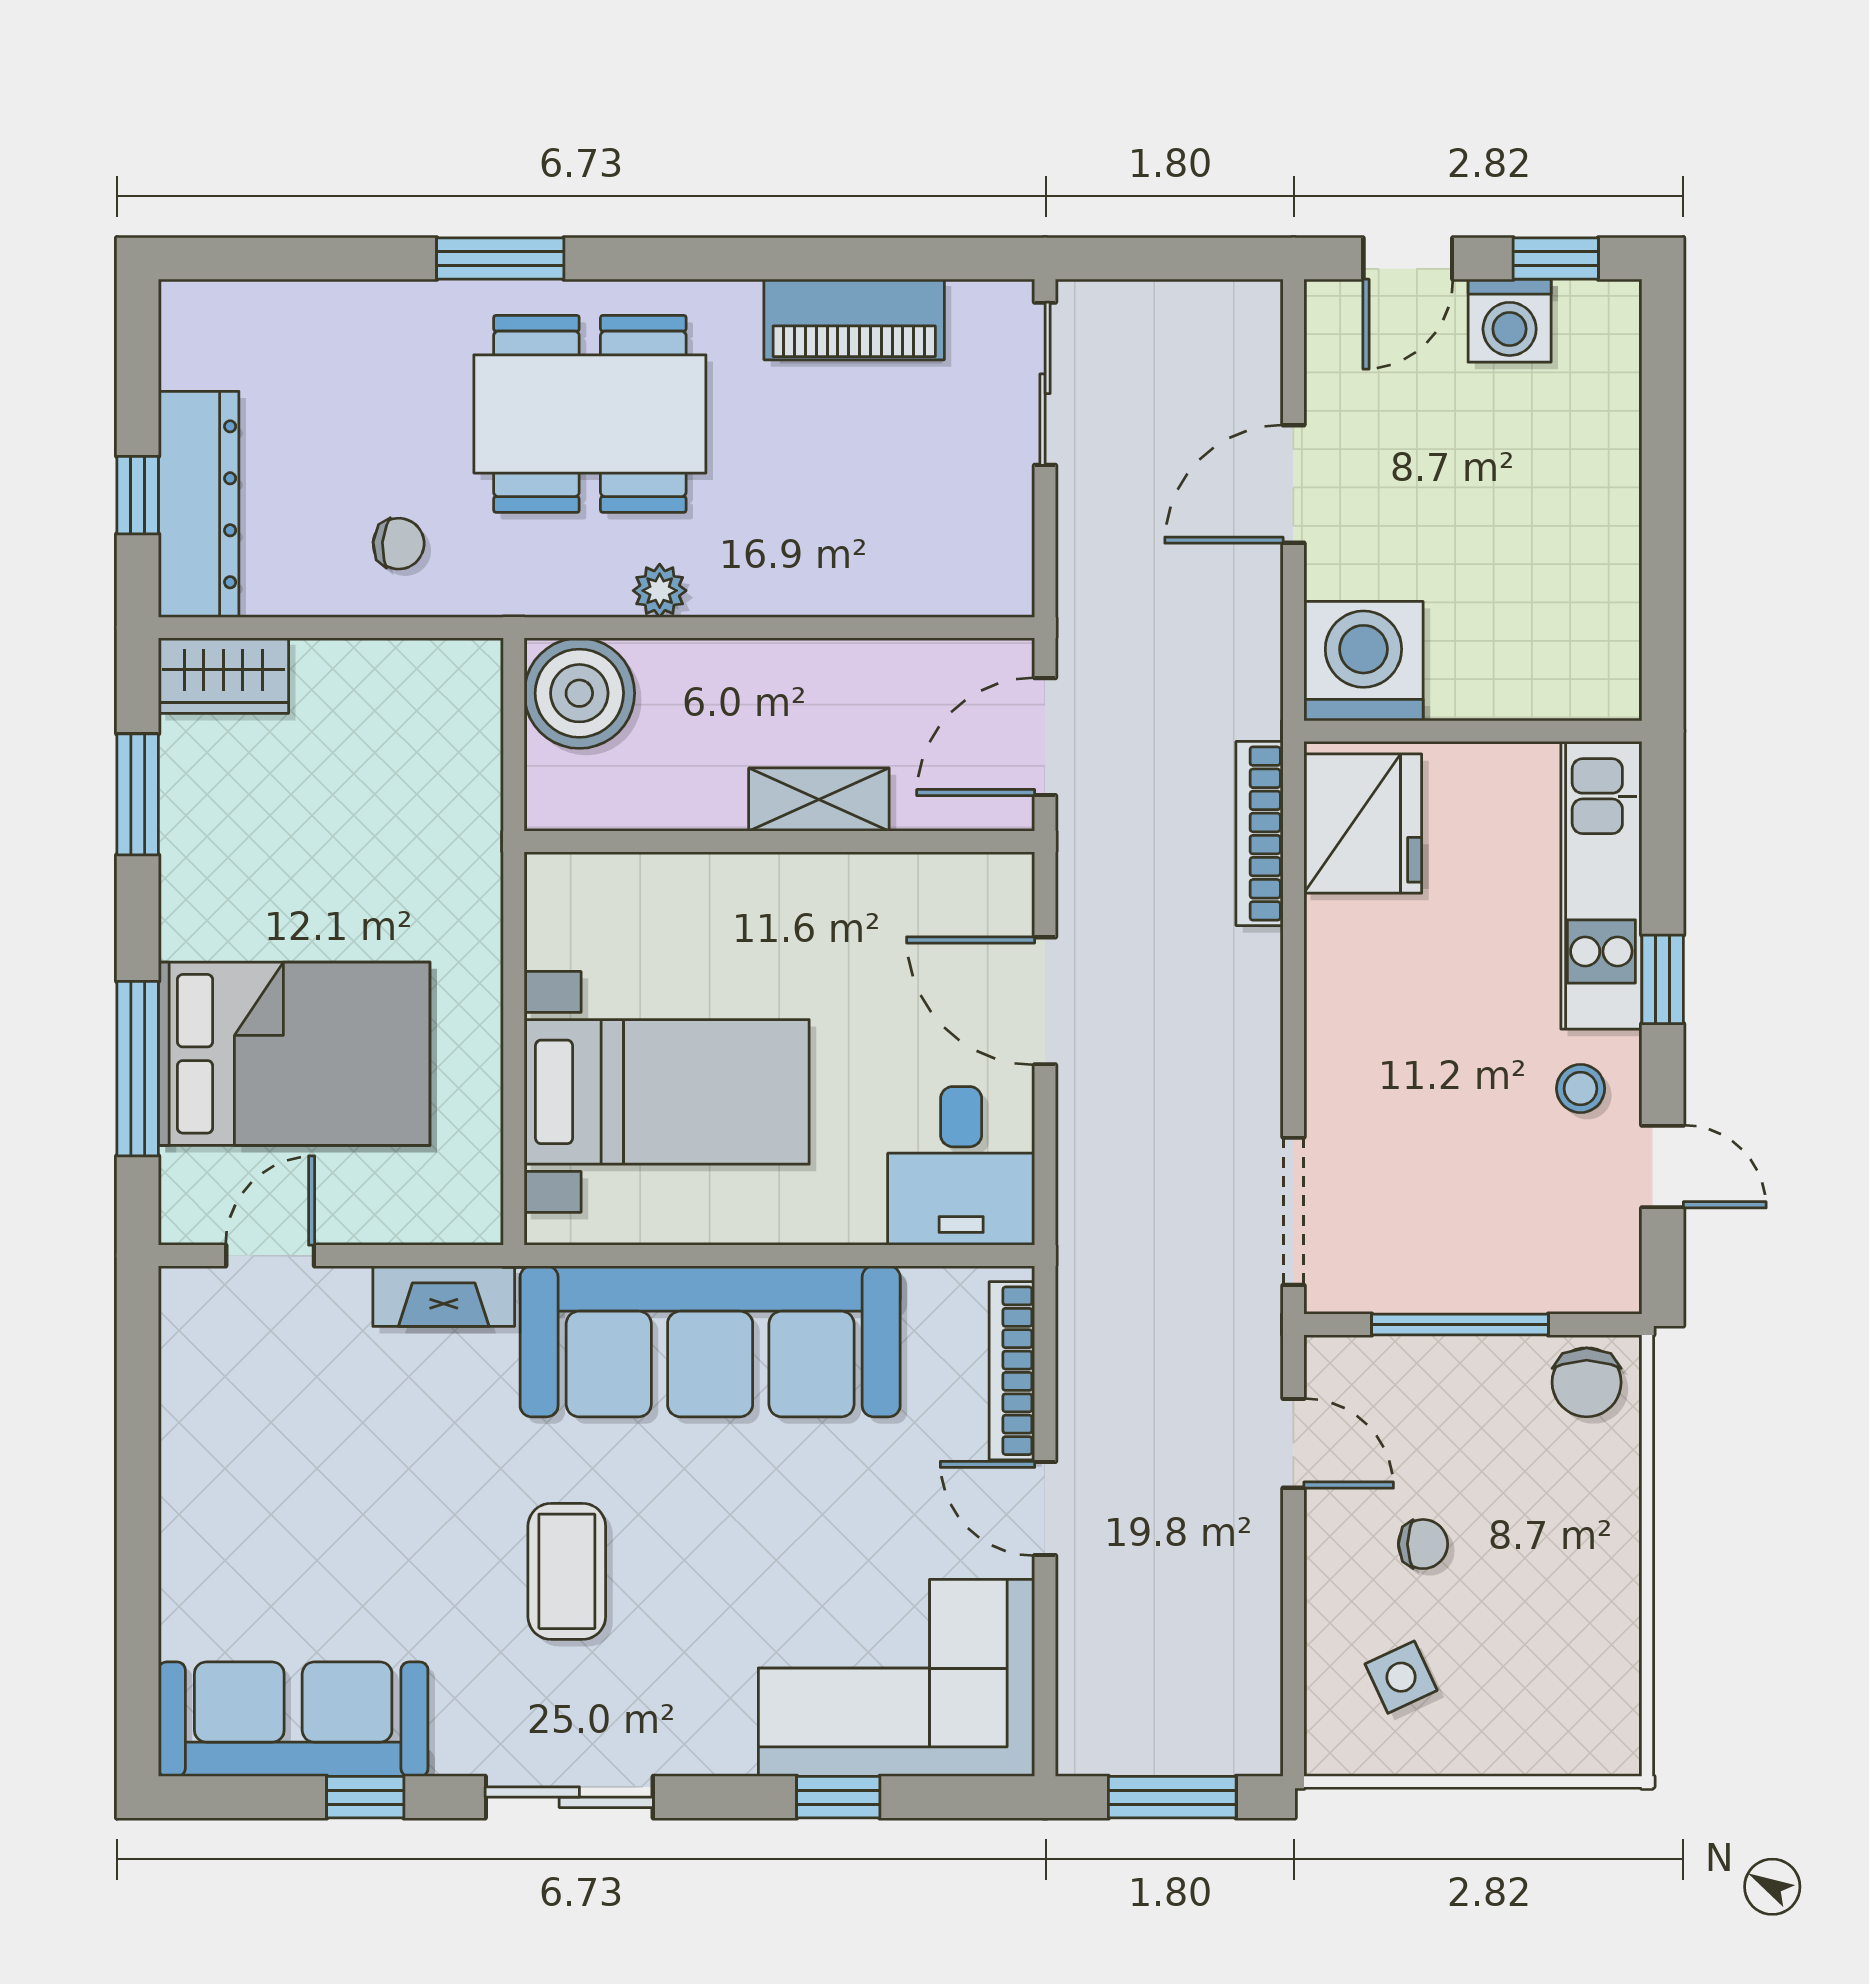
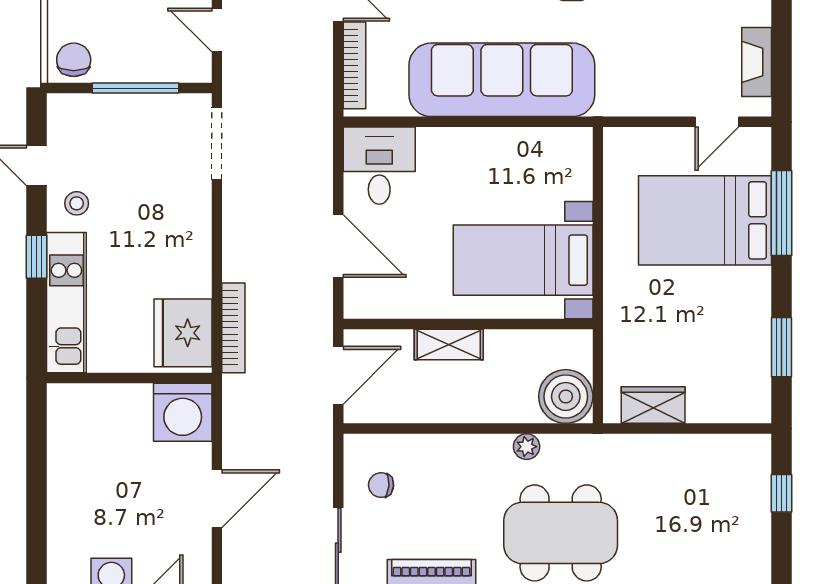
dresser: (199, 504) -> (752, 489), removed
chair: (399, 544) -> (381, 485), moved
wardrobe: (223, 676) -> (653, 405), moved
bed with nightstands: (667, 1092) -> (523, 260), moved
fireplace: (444, 1296) -> (757, 62), moved, turned -90

